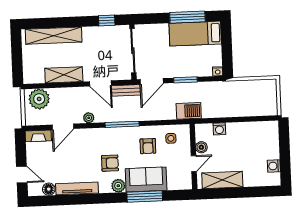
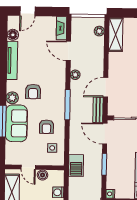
shelving: (64, 75) -> (116, 34), moved
plant: (39, 99) -> (99, 31), width x0.53, depth x0.53
armchair: (148, 146) -> (46, 127), turned -90

